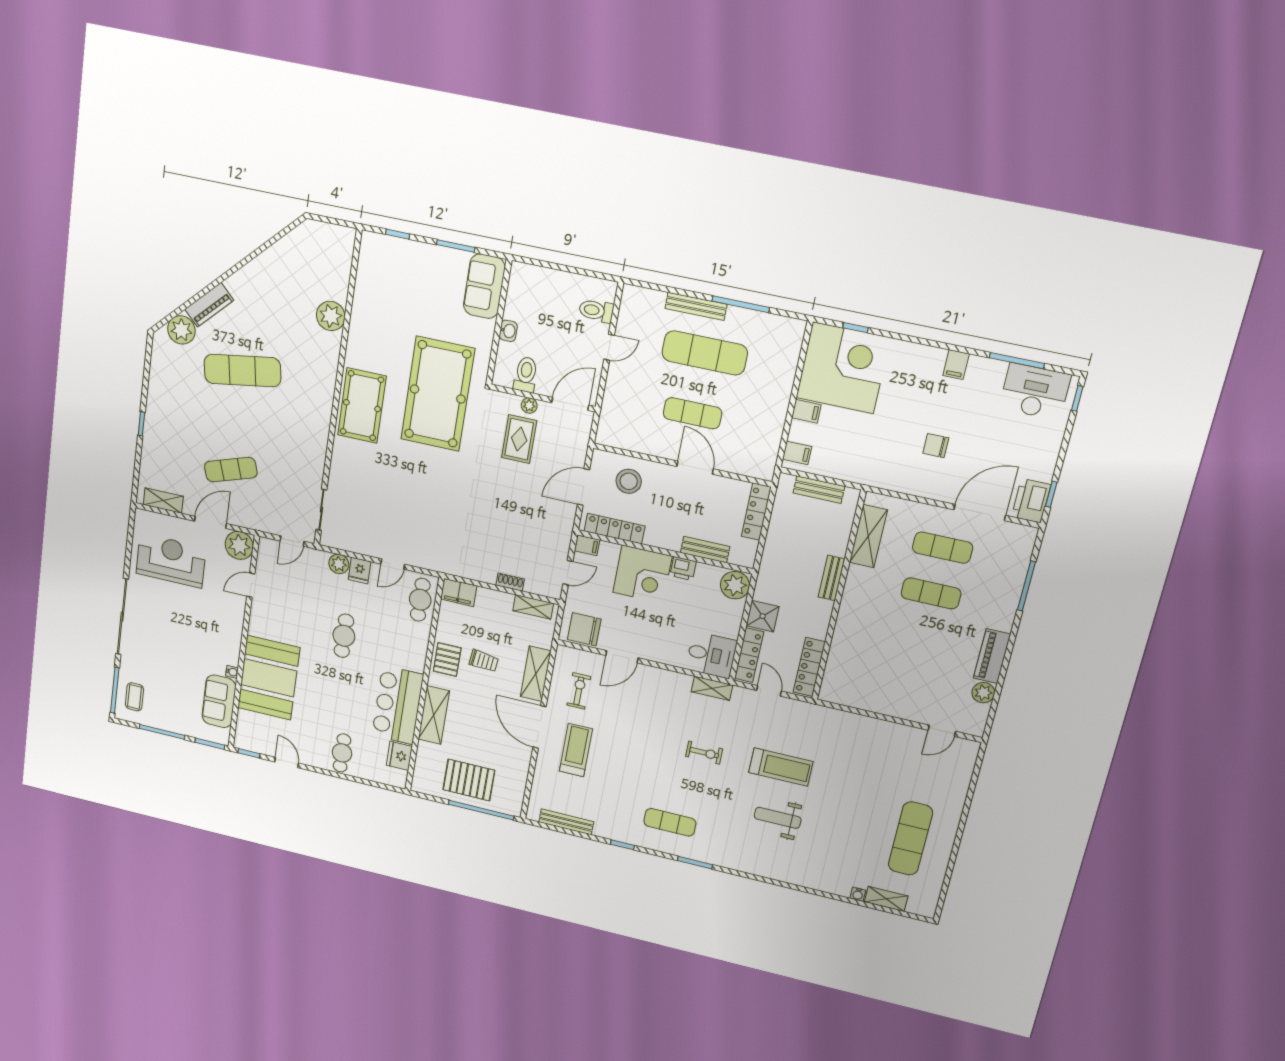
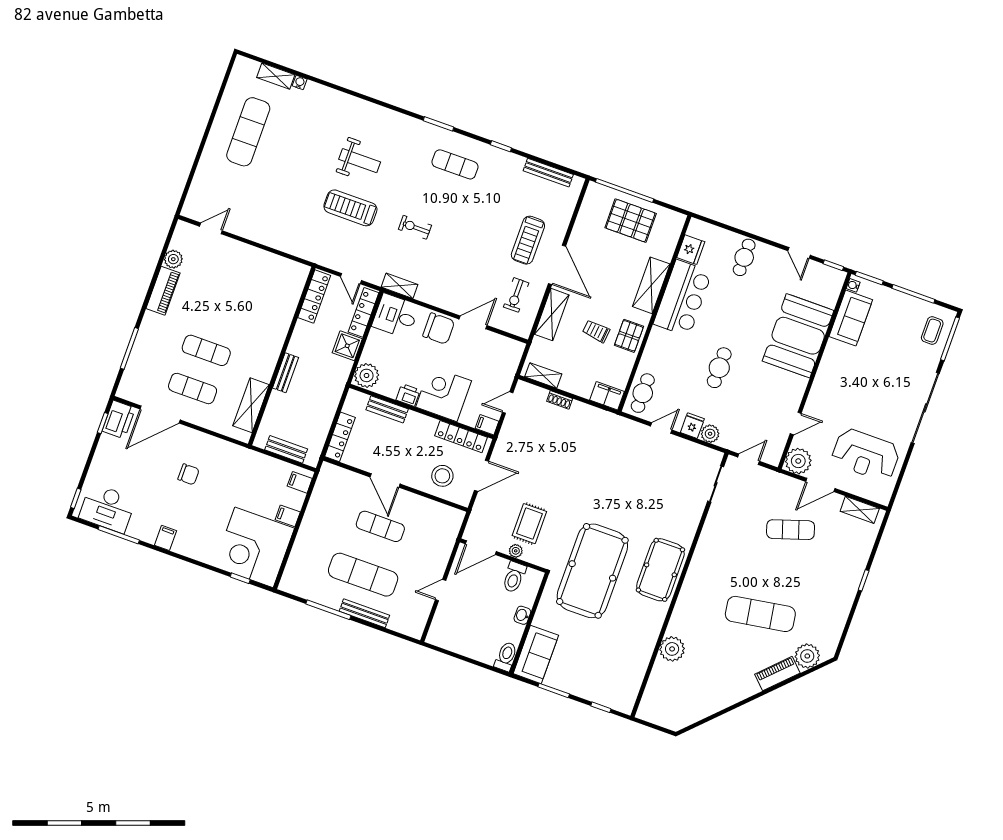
toilet: (596, 311) -> (506, 656), moved, turned -90
chair: (584, 629) -> (439, 329), moved
water cooler: (232, 672) -> (853, 285), moved

